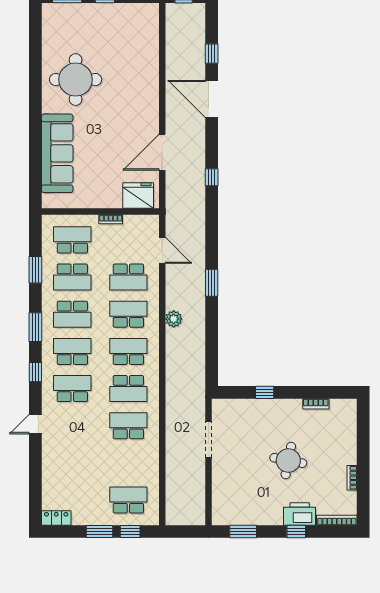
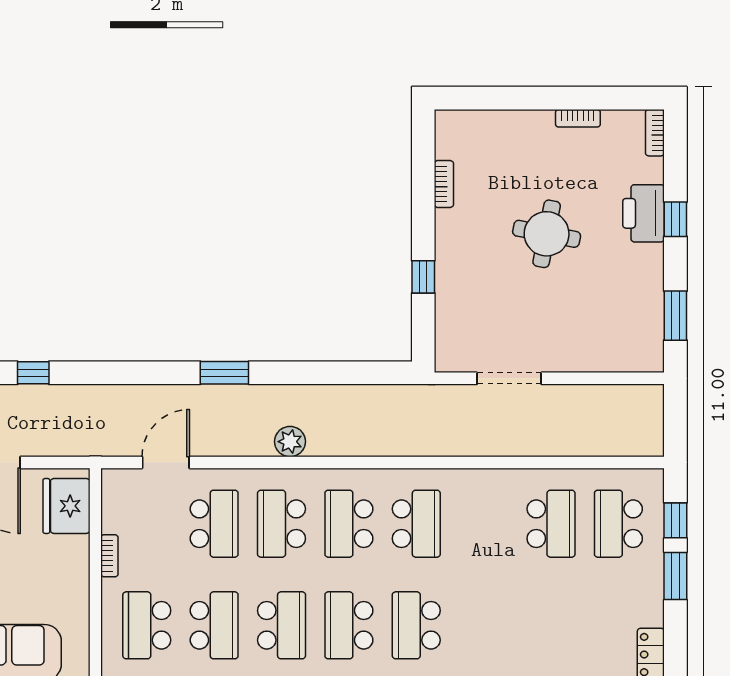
school desk: (128, 426) -> (551, 524), moved, turned 180
bookcase: (337, 520) -> (655, 133), width x0.64

